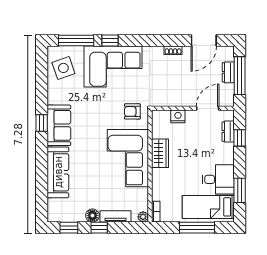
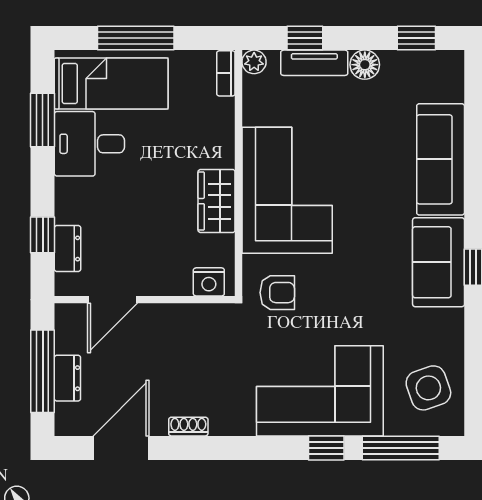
nightstand: (178, 116) -> (209, 282), moved
window: (99, 228) -> (305, 38), moved

